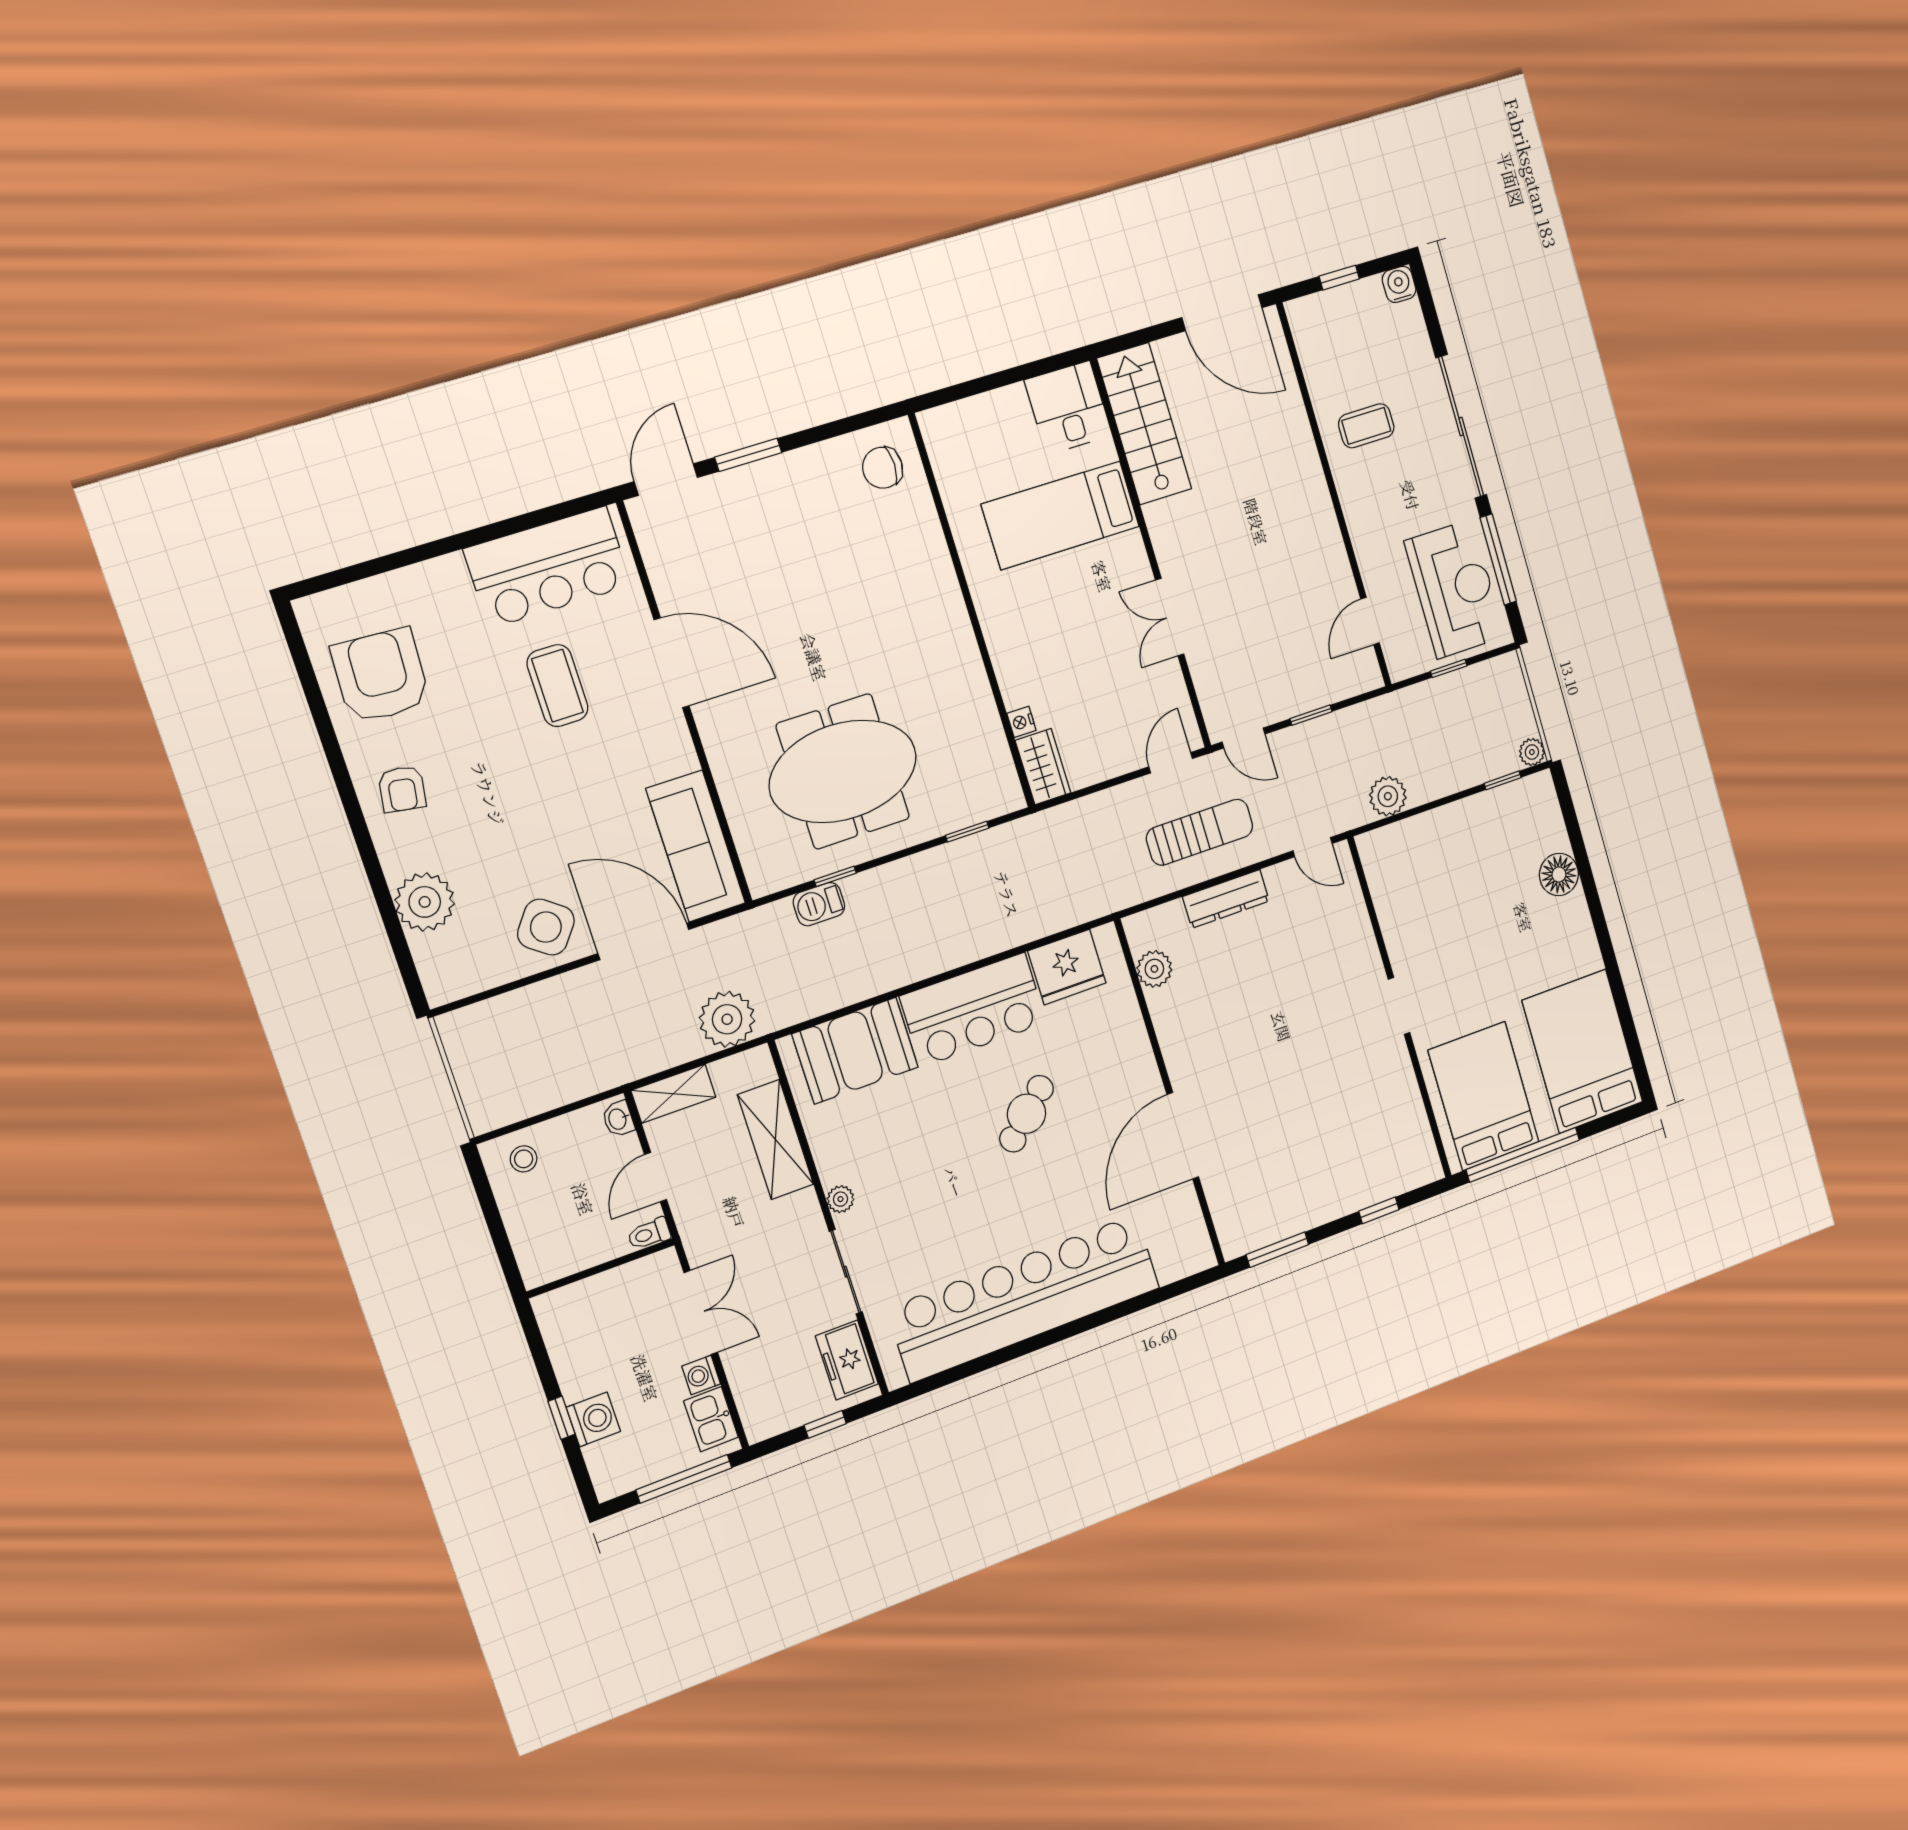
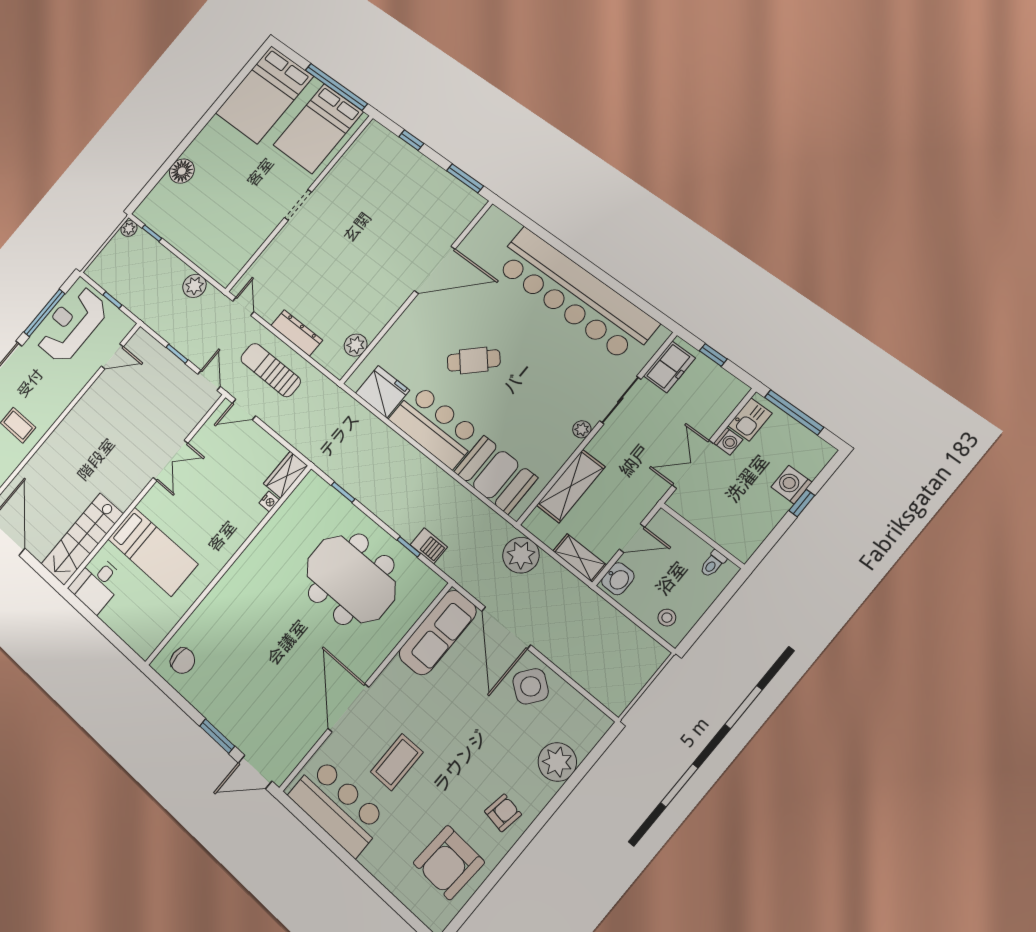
washbasin: (618, 1119) -> (618, 579), width x1.38, depth x1.45
toilet: (649, 1234) -> (713, 564), moved, turned 90

